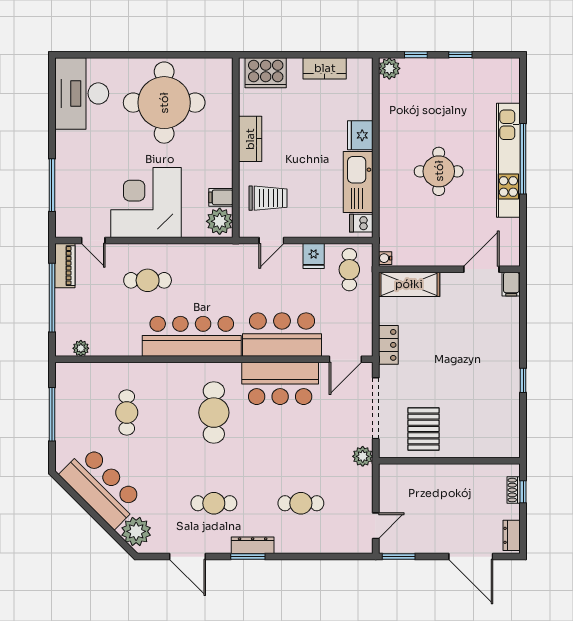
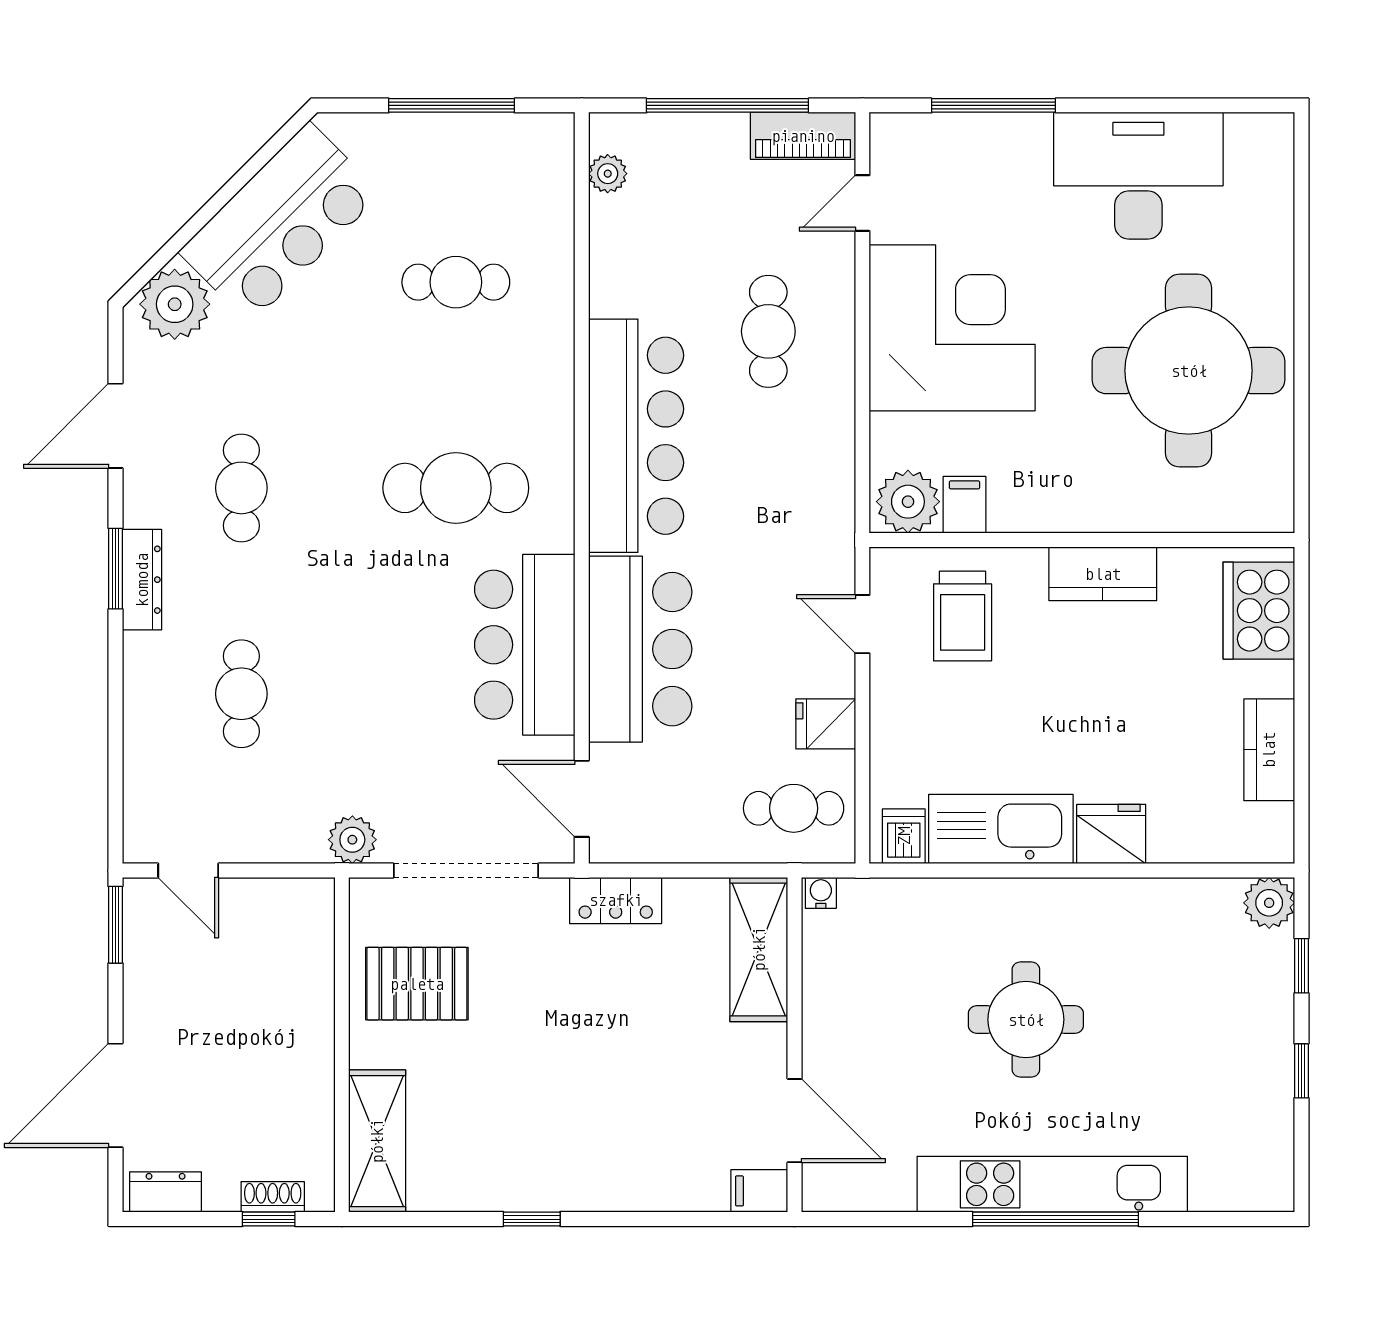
desk: (82, 93) -> (1138, 176), moved
shelving: (490, 446) -> (377, 1141), added

